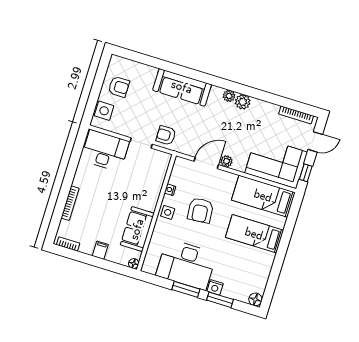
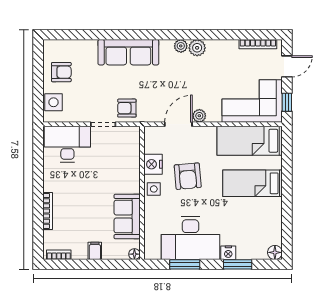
nightstand: (170, 190) -> (153, 164), width x1.89, depth x1.79
window: (186, 289) -> (185, 264), moved

